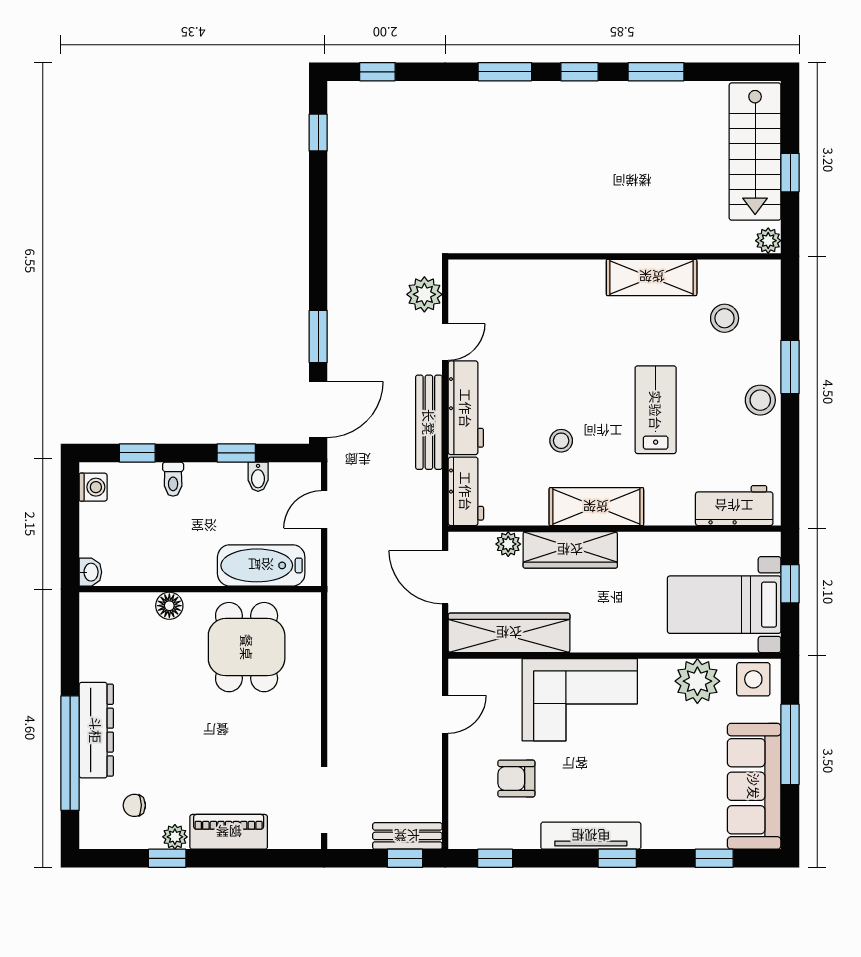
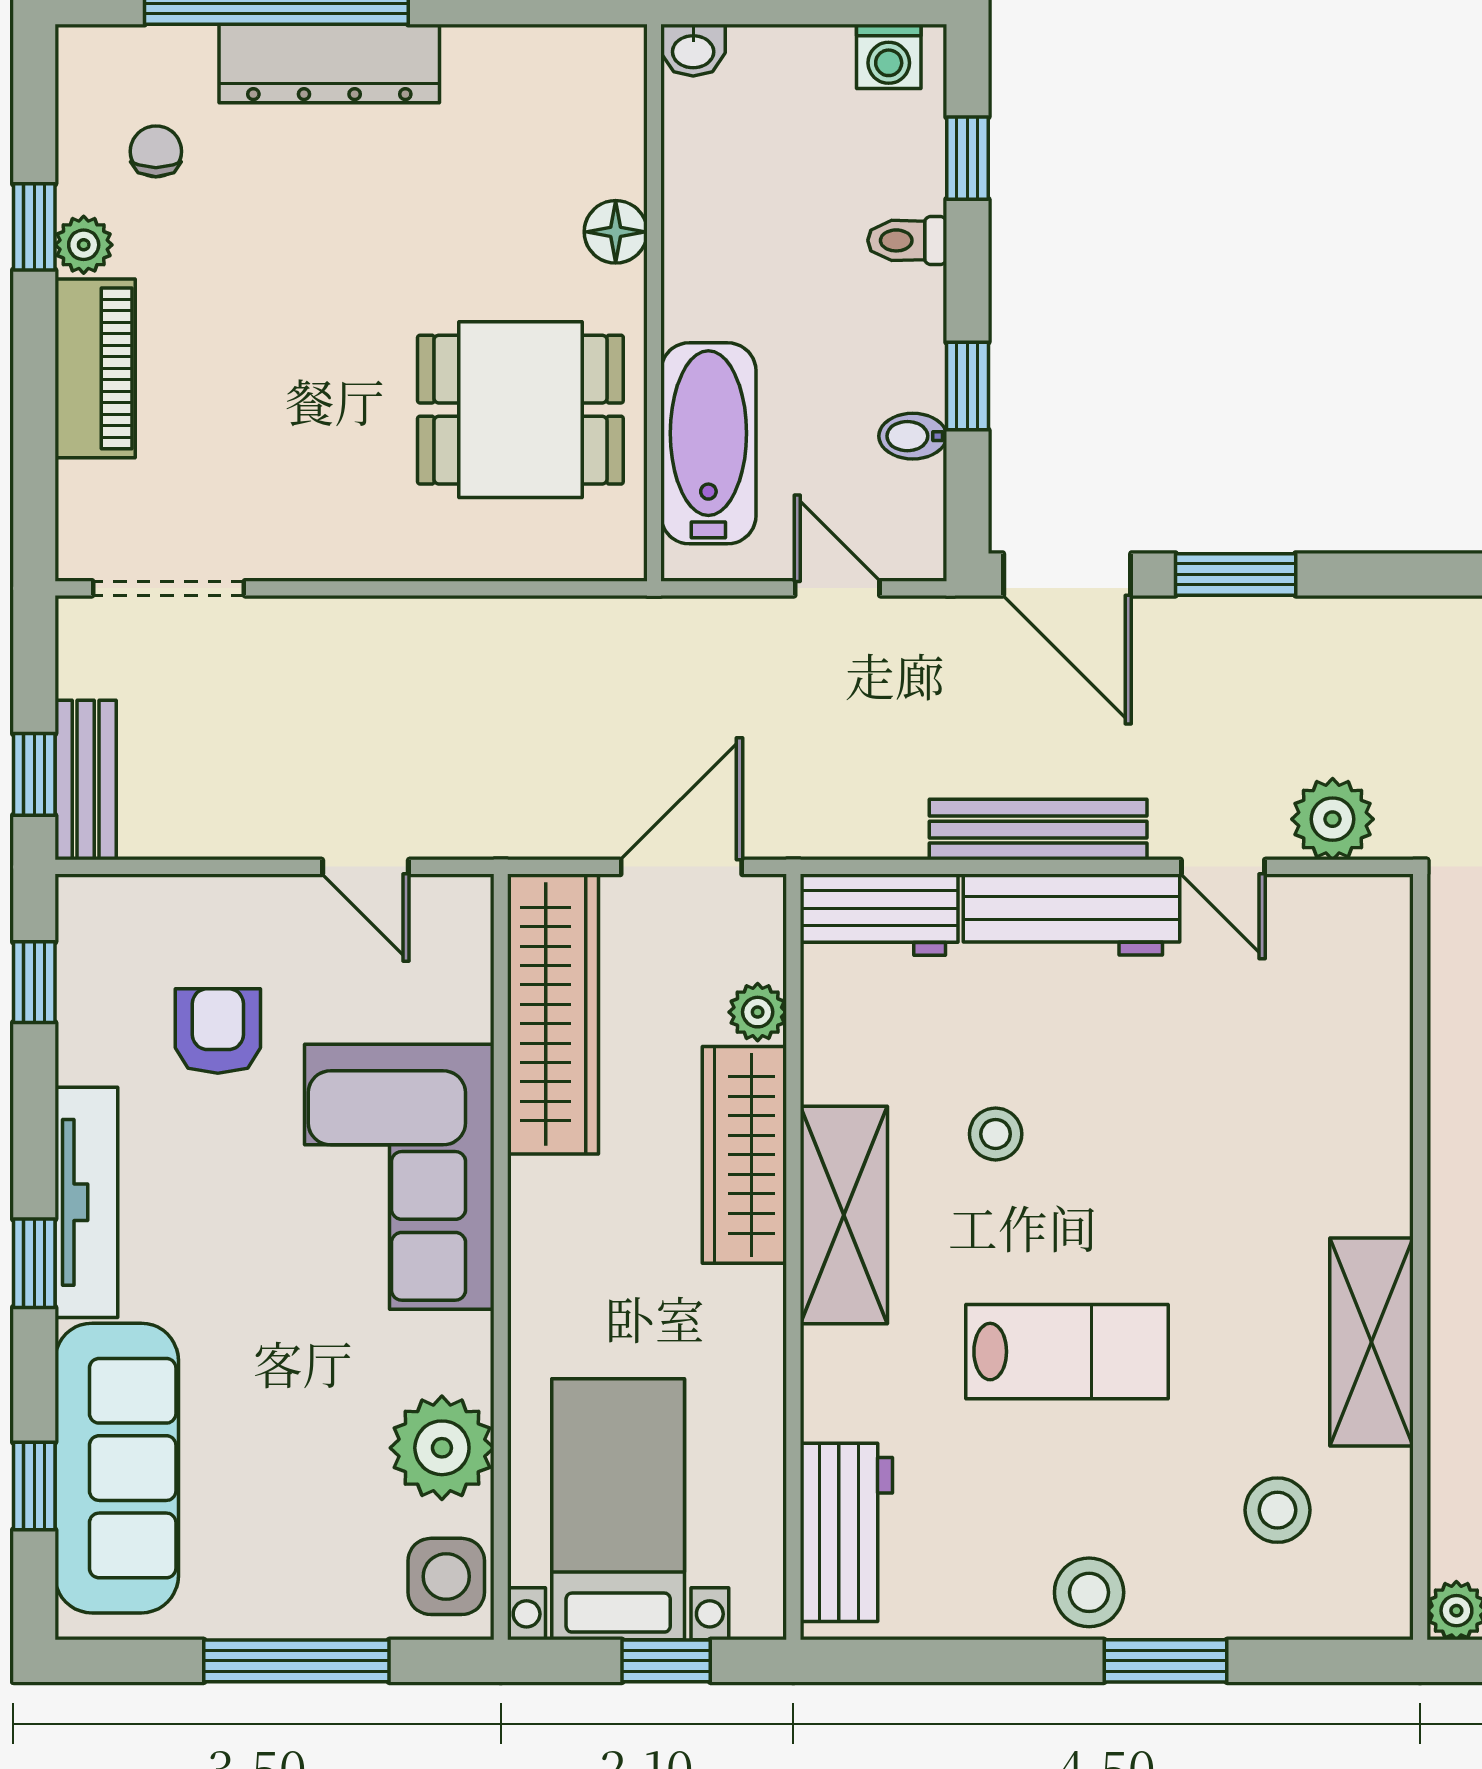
sofa: (754, 786) -> (117, 1468), moved, turned 90

